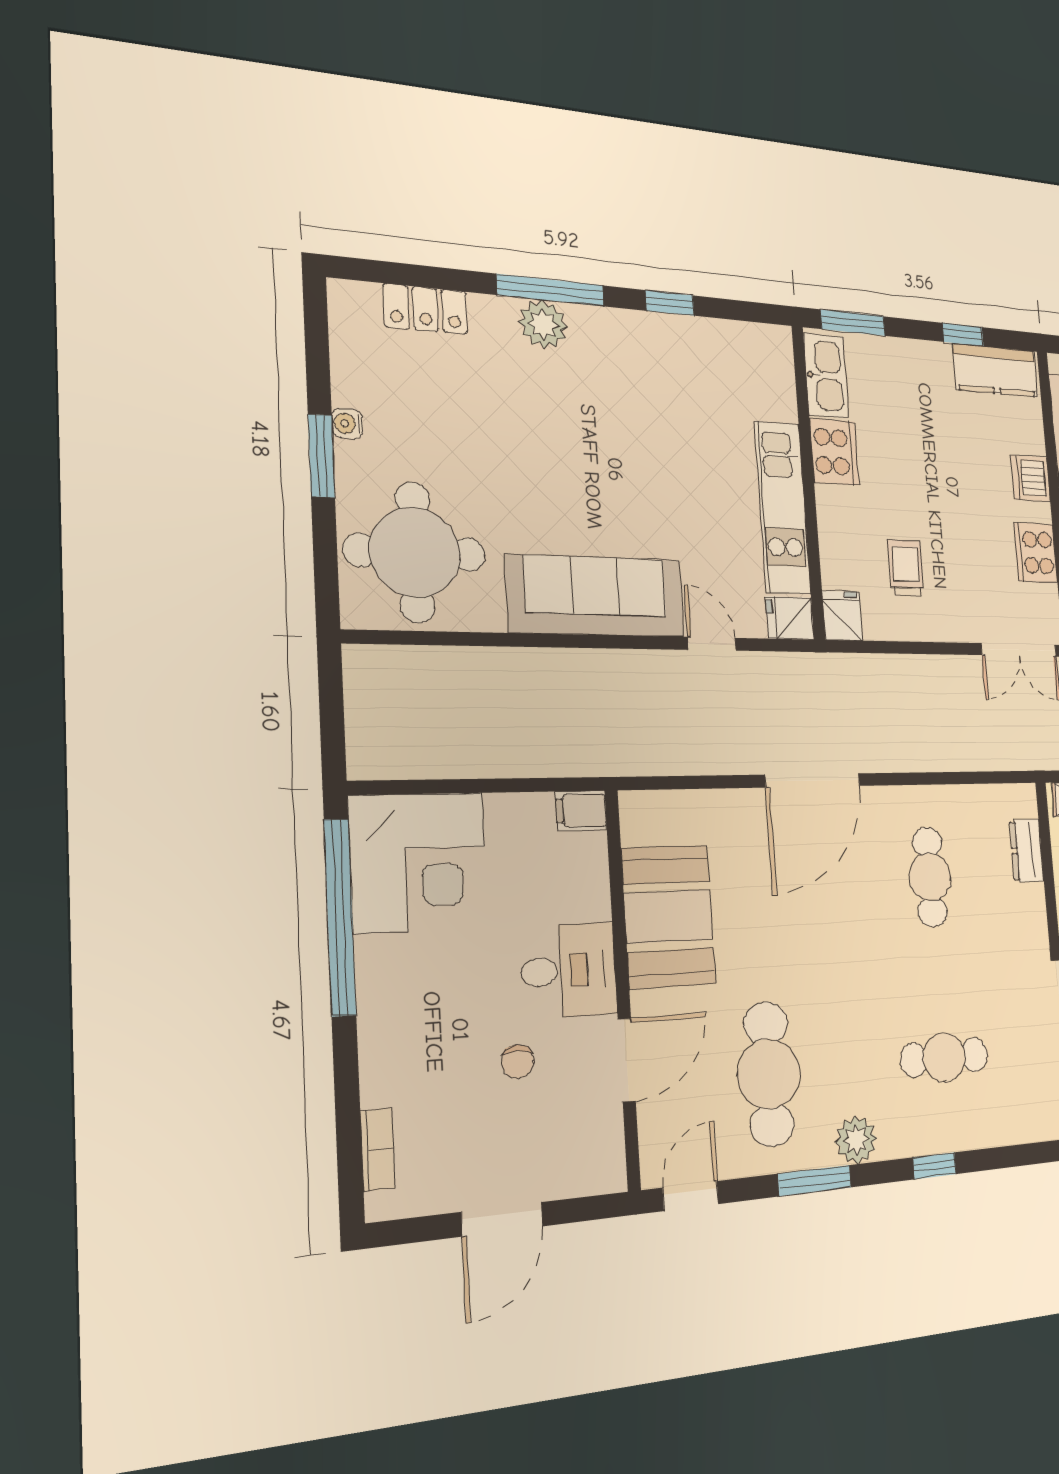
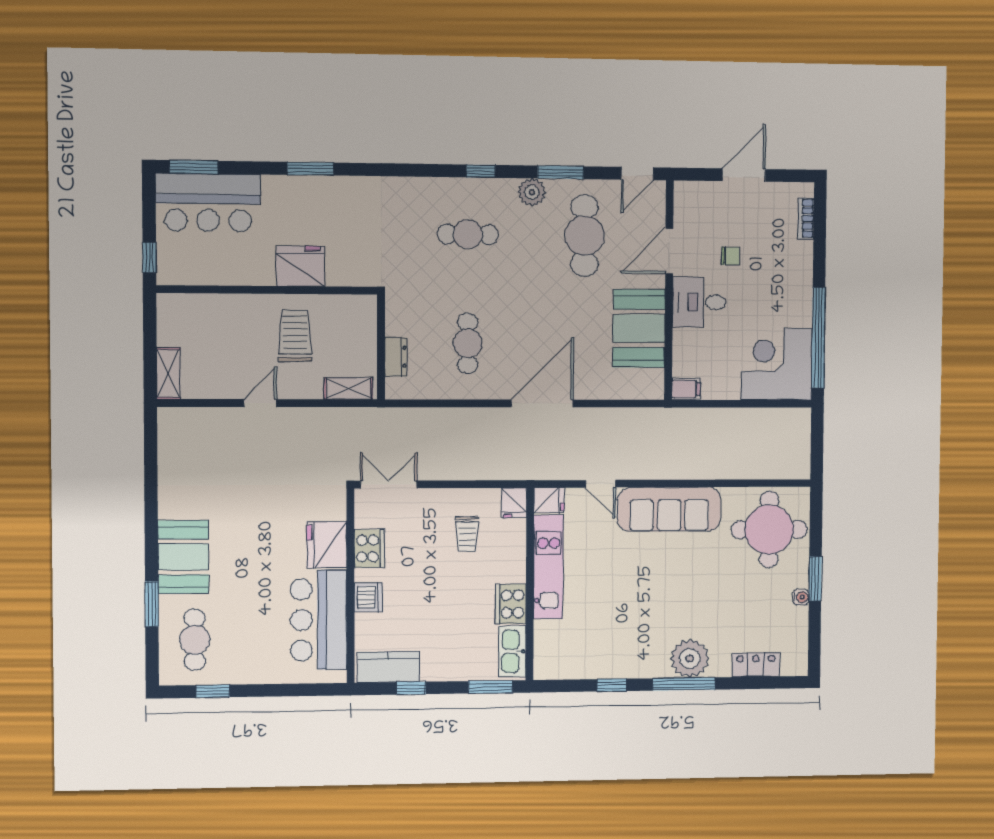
plant: (543, 324) -> (690, 658), width x1.36, depth x1.36
chair: (518, 1062) -> (730, 256), turned 90

